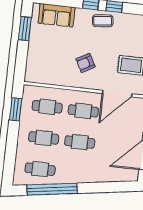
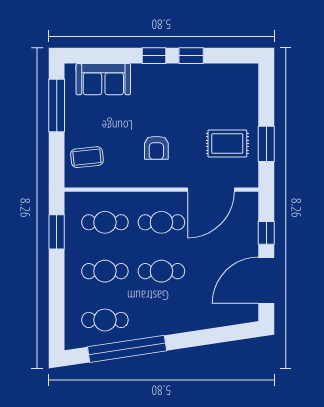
coffee table: (103, 21) -> (87, 157), moved
window: (25, 29) -> (57, 105), width x1.44
armchair: (85, 63) -> (156, 148), turned -61

